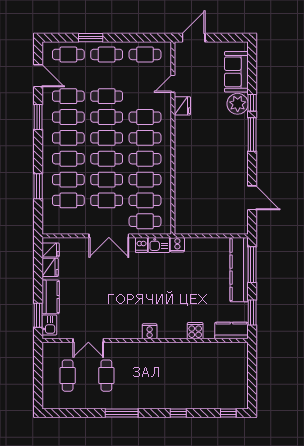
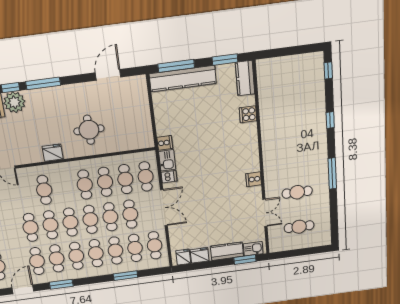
fridge: (182, 106) -> (53, 153), moved
cafe table: (145, 138) -> (155, 245), moved
round table: (201, 171) -> (89, 130), added
cooker: (150, 331) -> (254, 179), moved

